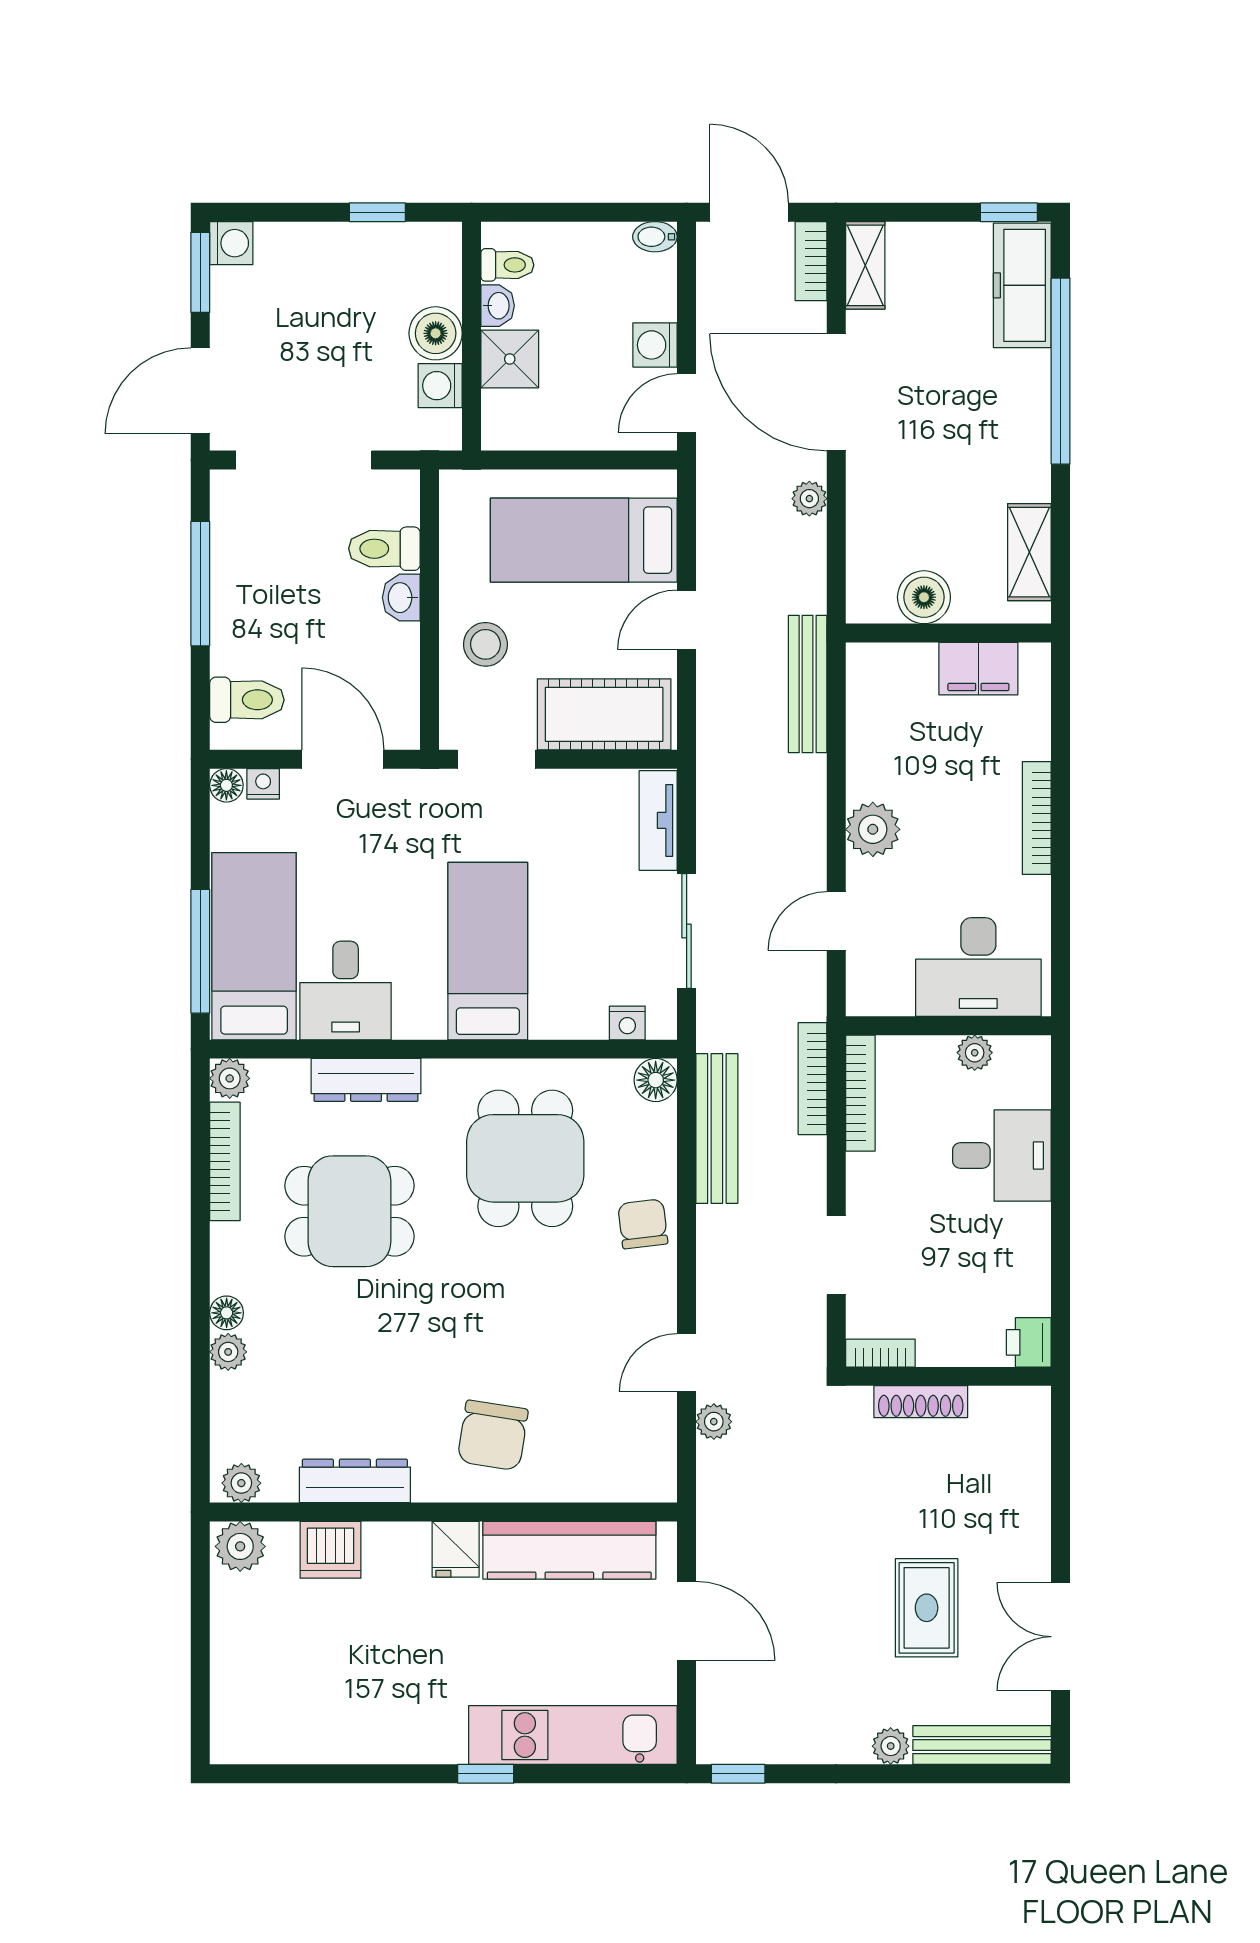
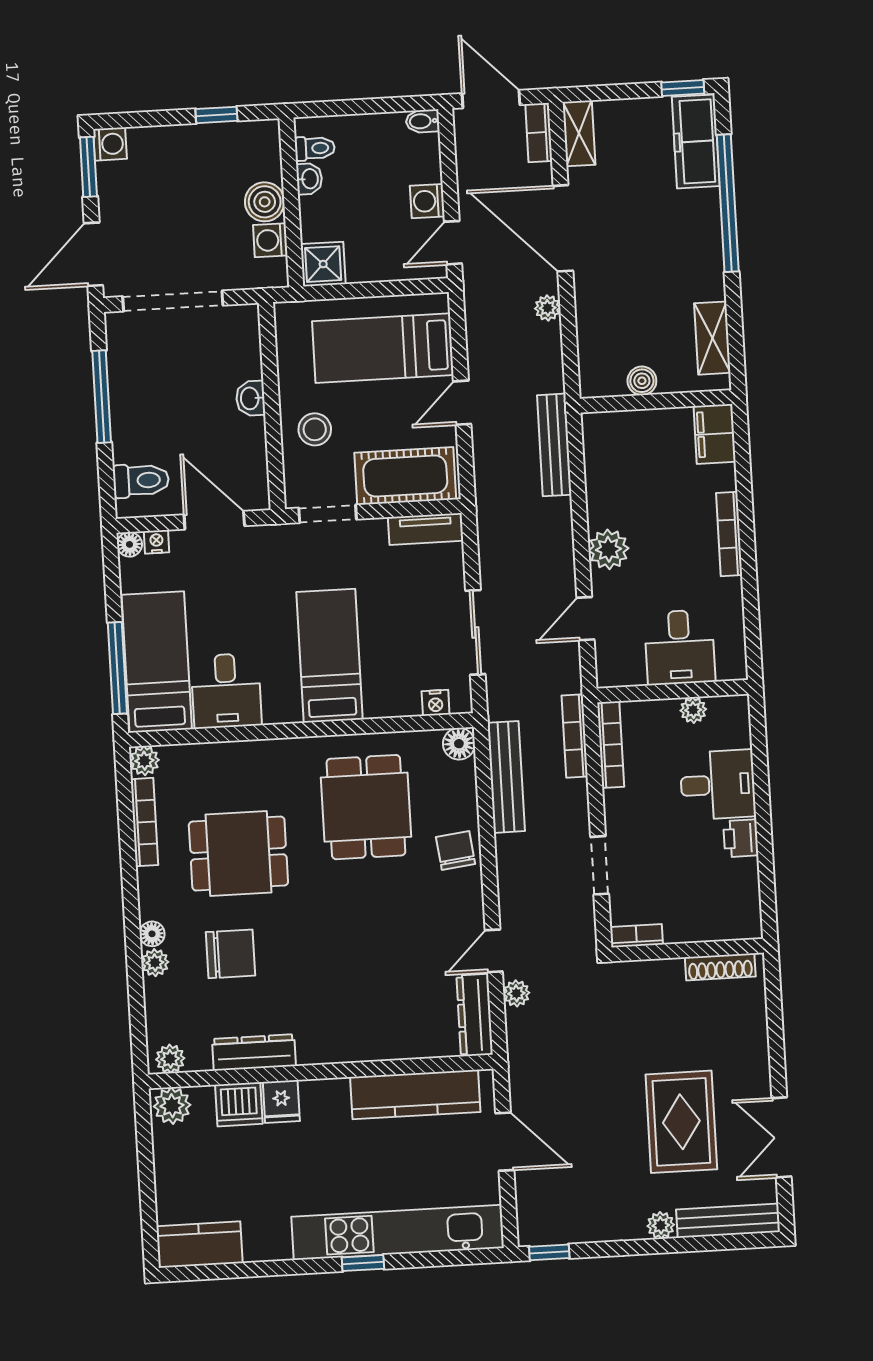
shower: (510, 359) -> (323, 264), moved
toilet: (384, 549) -> (236, 363), removed
boiler: (924, 597) -> (642, 381), width x0.73, depth x0.73
filing cabinet: (978, 669) -> (715, 434), moved, turned 90
tv unit: (658, 820) -> (426, 529), moved, turned -90
desk: (978, 967) -> (680, 647), width x0.73
dresser: (366, 1080) -> (475, 1015), moved, turned 90
printer: (1029, 1342) -> (741, 838), moved
shoe rack: (921, 1402) -> (720, 967), moved
chair: (493, 1435) -> (231, 954), moved, turned -99
fridge: (456, 1549) -> (281, 1101), moved
rug: (927, 1608) -> (681, 1122), width x1.36, depth x1.43
kitchen unit: (573, 1735) -> (398, 1232), width x1.36
kitchen counter: (266, 1736) -> (199, 1245), added

